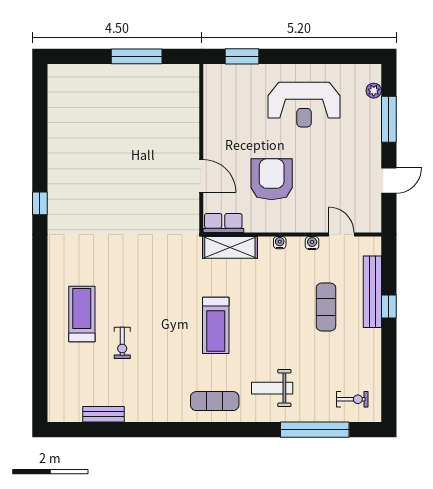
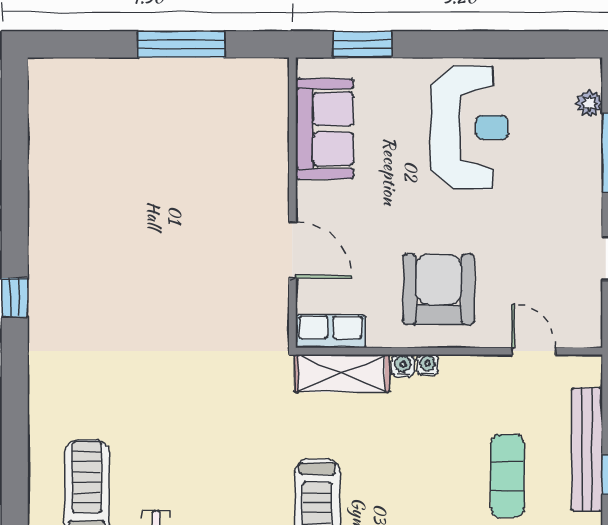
sofa: (220, 105) -> (325, 129), added
reception desk: (304, 105) -> (469, 128), turned -90
armchair: (272, 179) -> (439, 289), moved
water cooler: (312, 243) -> (403, 366), moved

